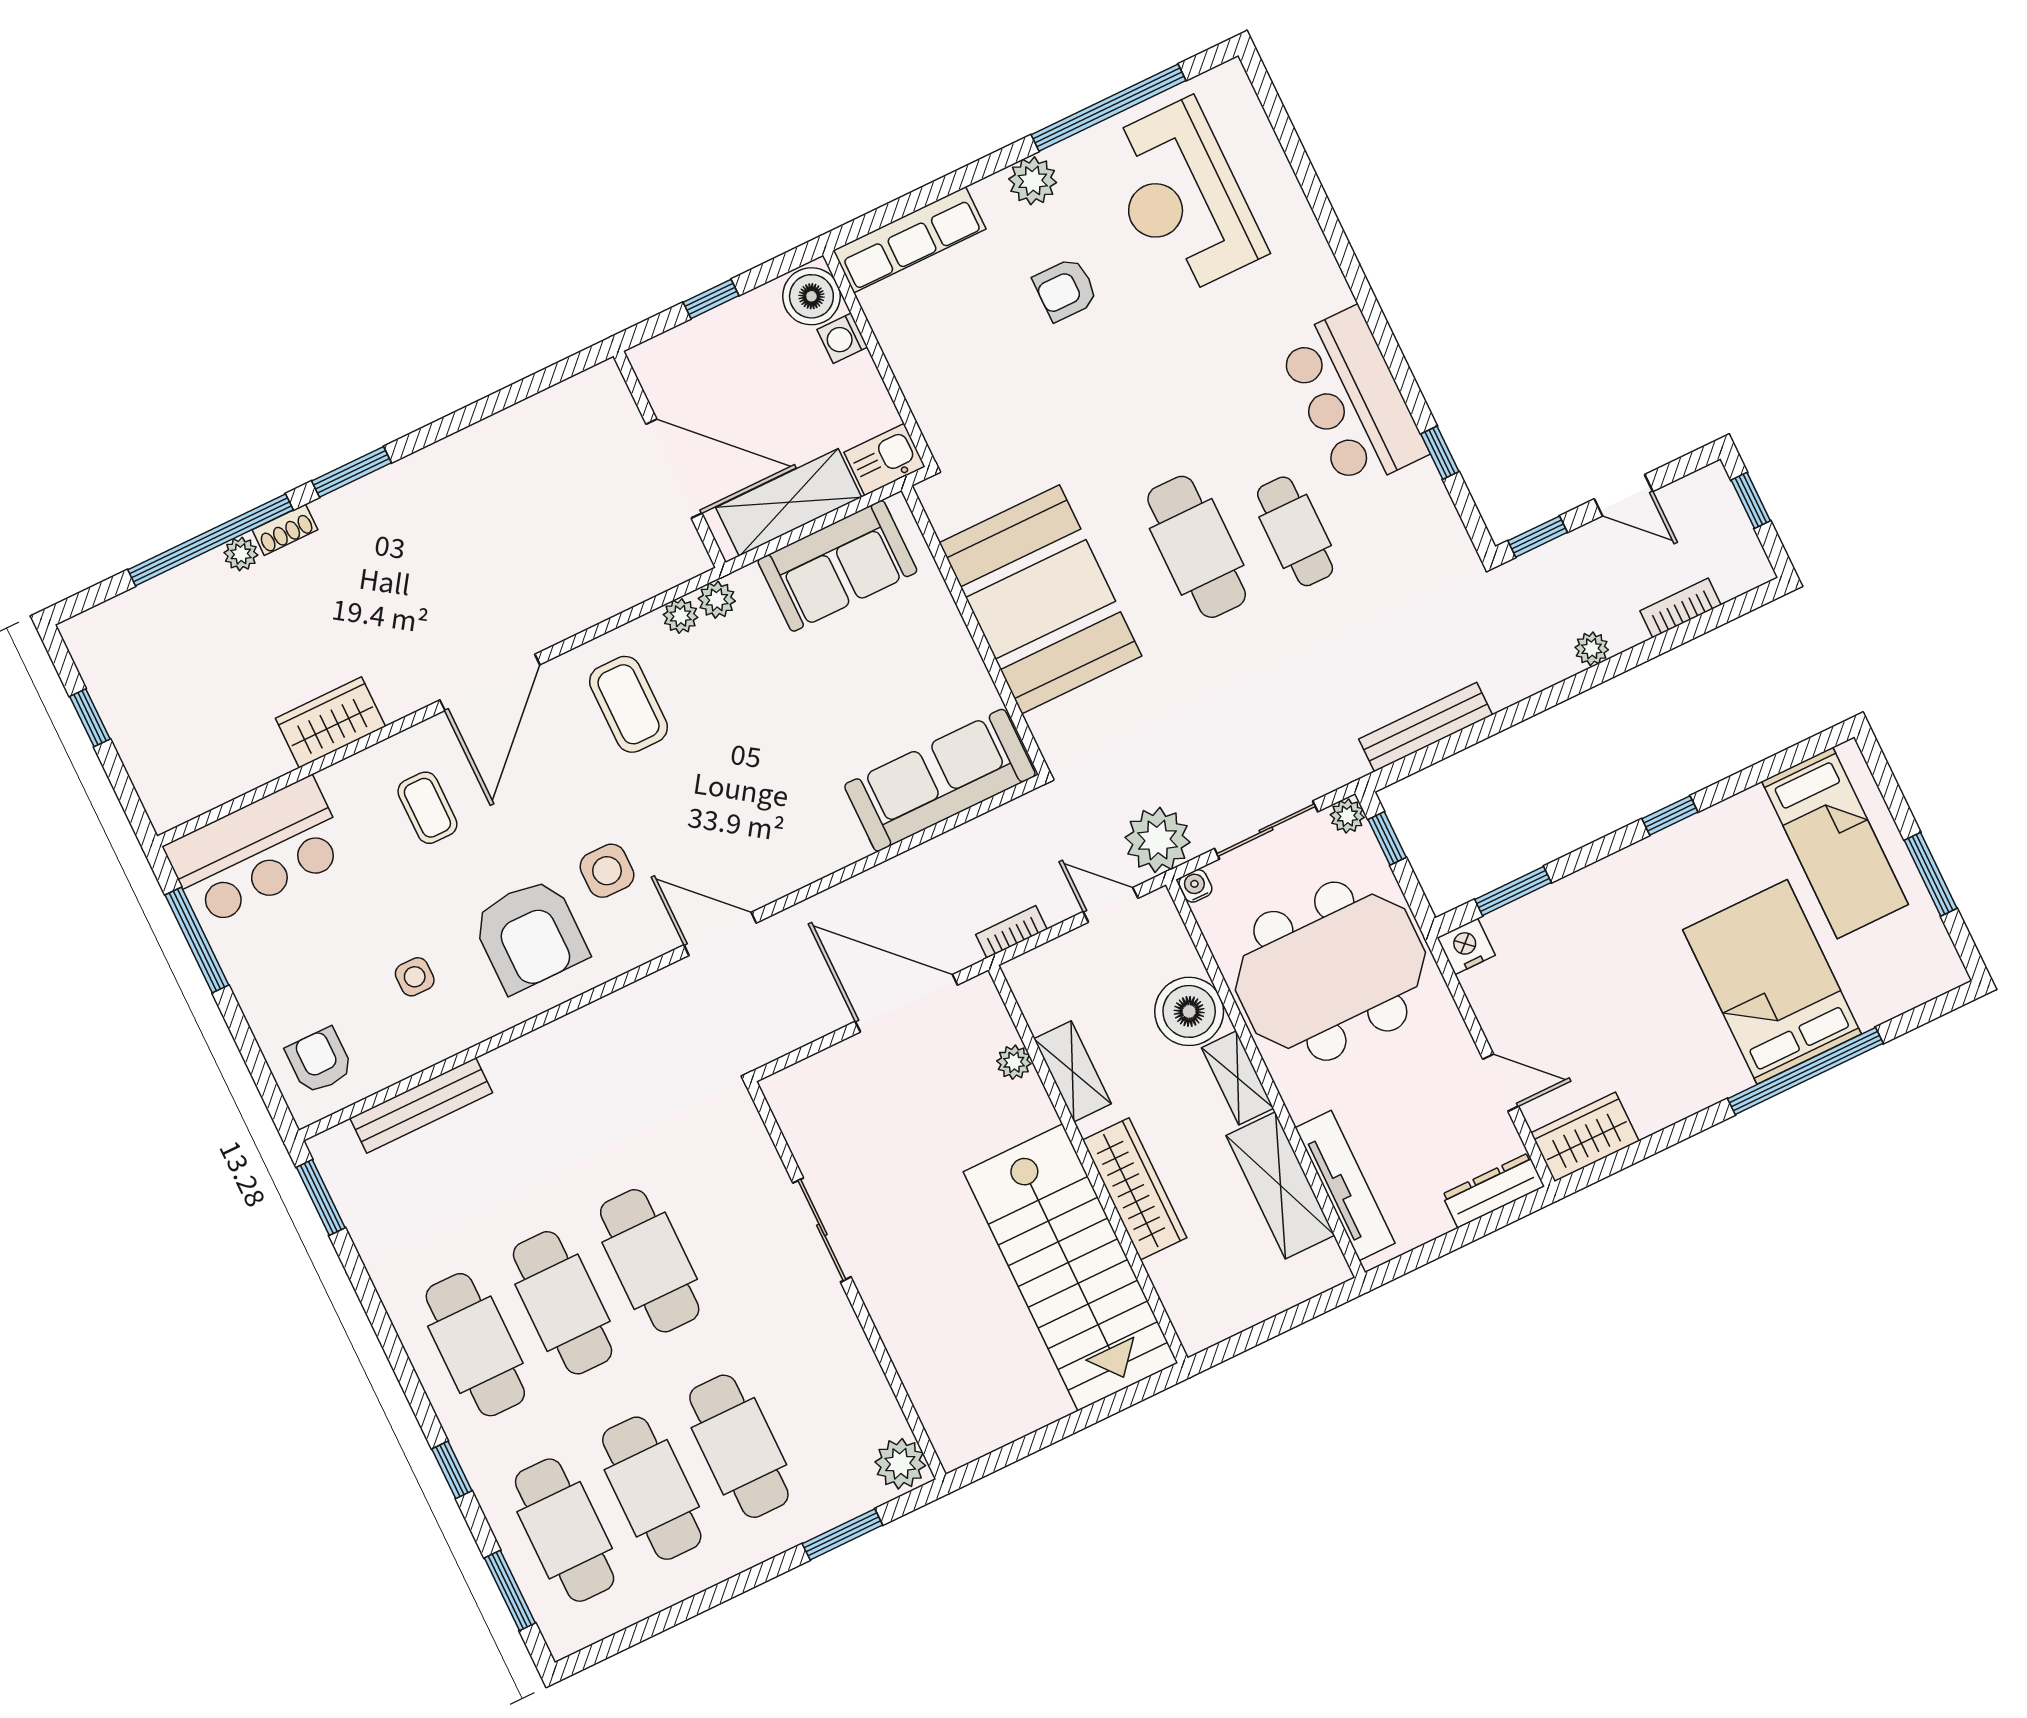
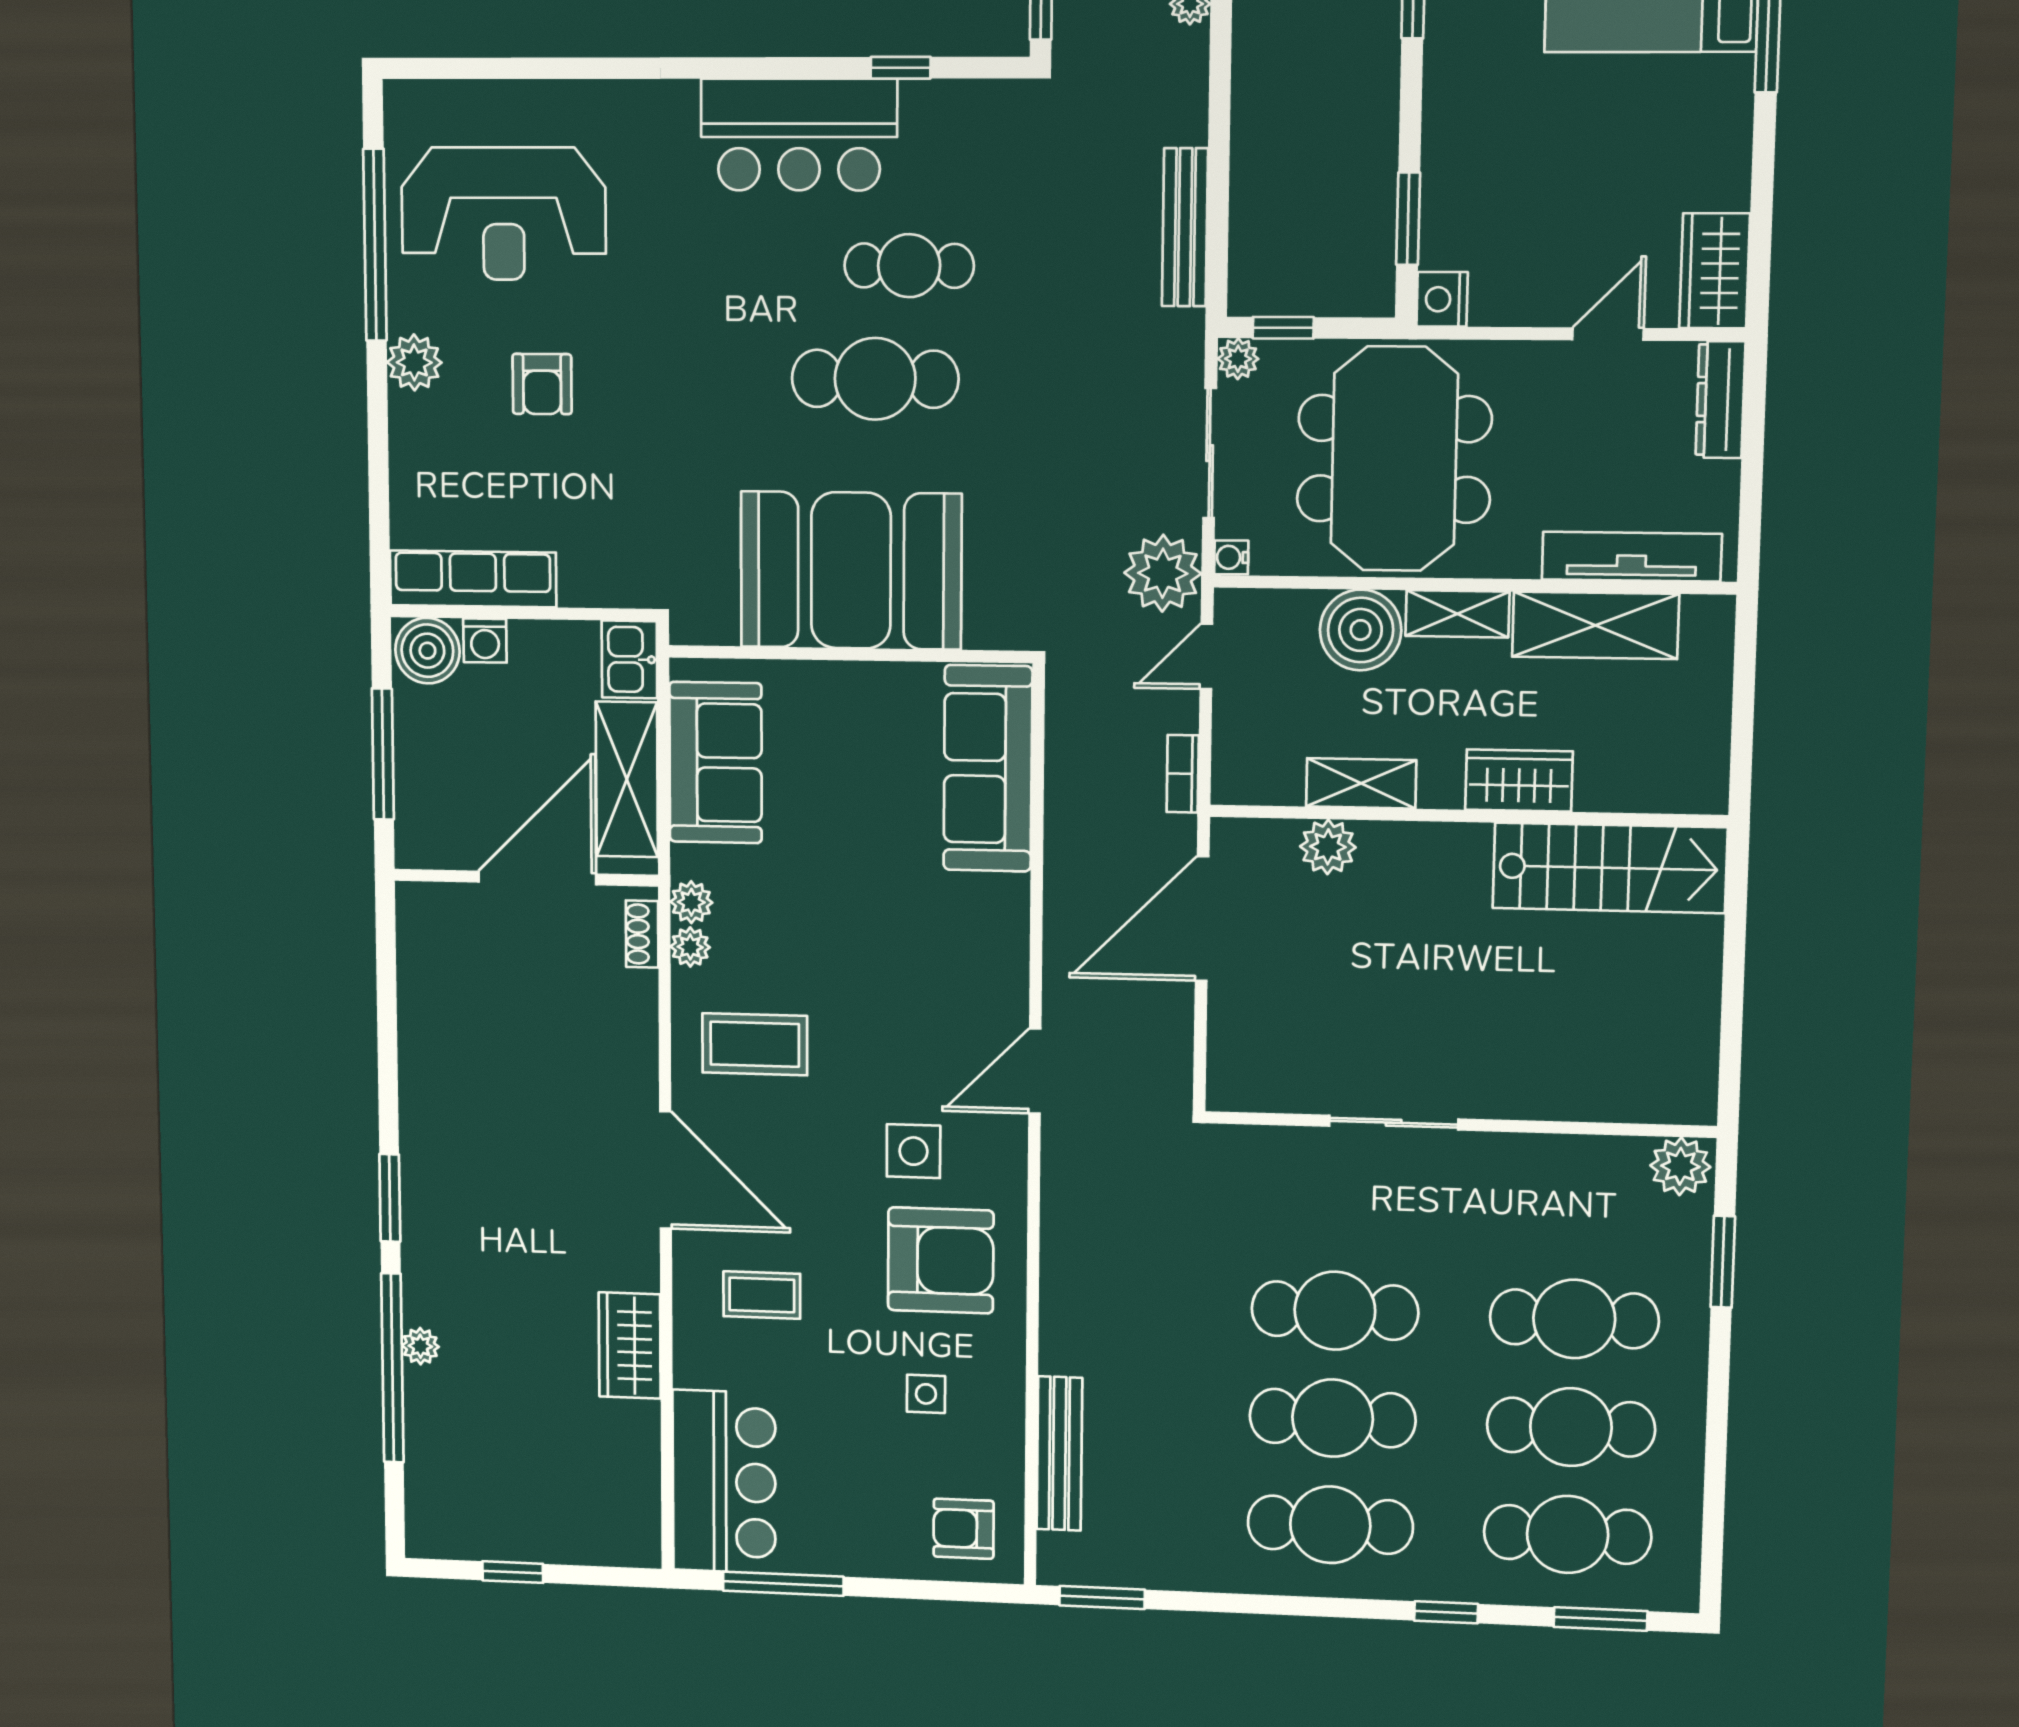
row of seats: (910, 240) -> (473, 579), moved, turned -90
window: (711, 299) -> (383, 754), width x2.17
shoe rack: (285, 530) -> (642, 934), moved, turned 180
plant: (1014, 1062) -> (1328, 847), width x1.38, depth x1.38
wardrobe: (1135, 1189) -> (1519, 781), width x0.67
stairs: (1070, 1267) -> (1610, 868), width x0.73, depth x0.66

